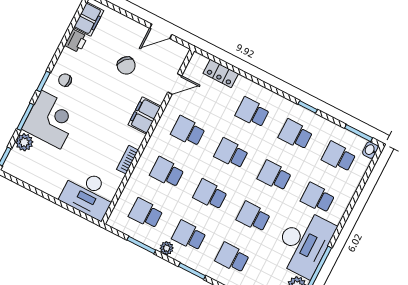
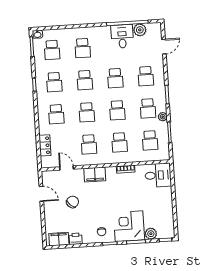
desk: (88, 194) -> (158, 175), width x0.73
desk: (304, 243) -> (122, 36), width x0.53, depth x0.77

